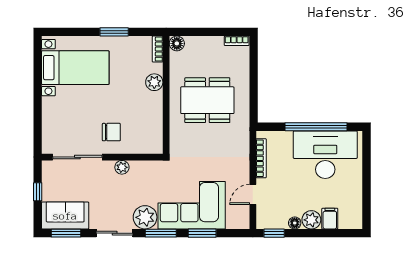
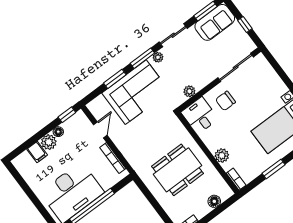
floor lamp: (177, 43) -> (214, 201), moved
desk: (147, 136) -> (200, 116), added
plant: (122, 167) -> (189, 91), moved
plant: (145, 217) -> (158, 57), width x0.53, depth x0.53

